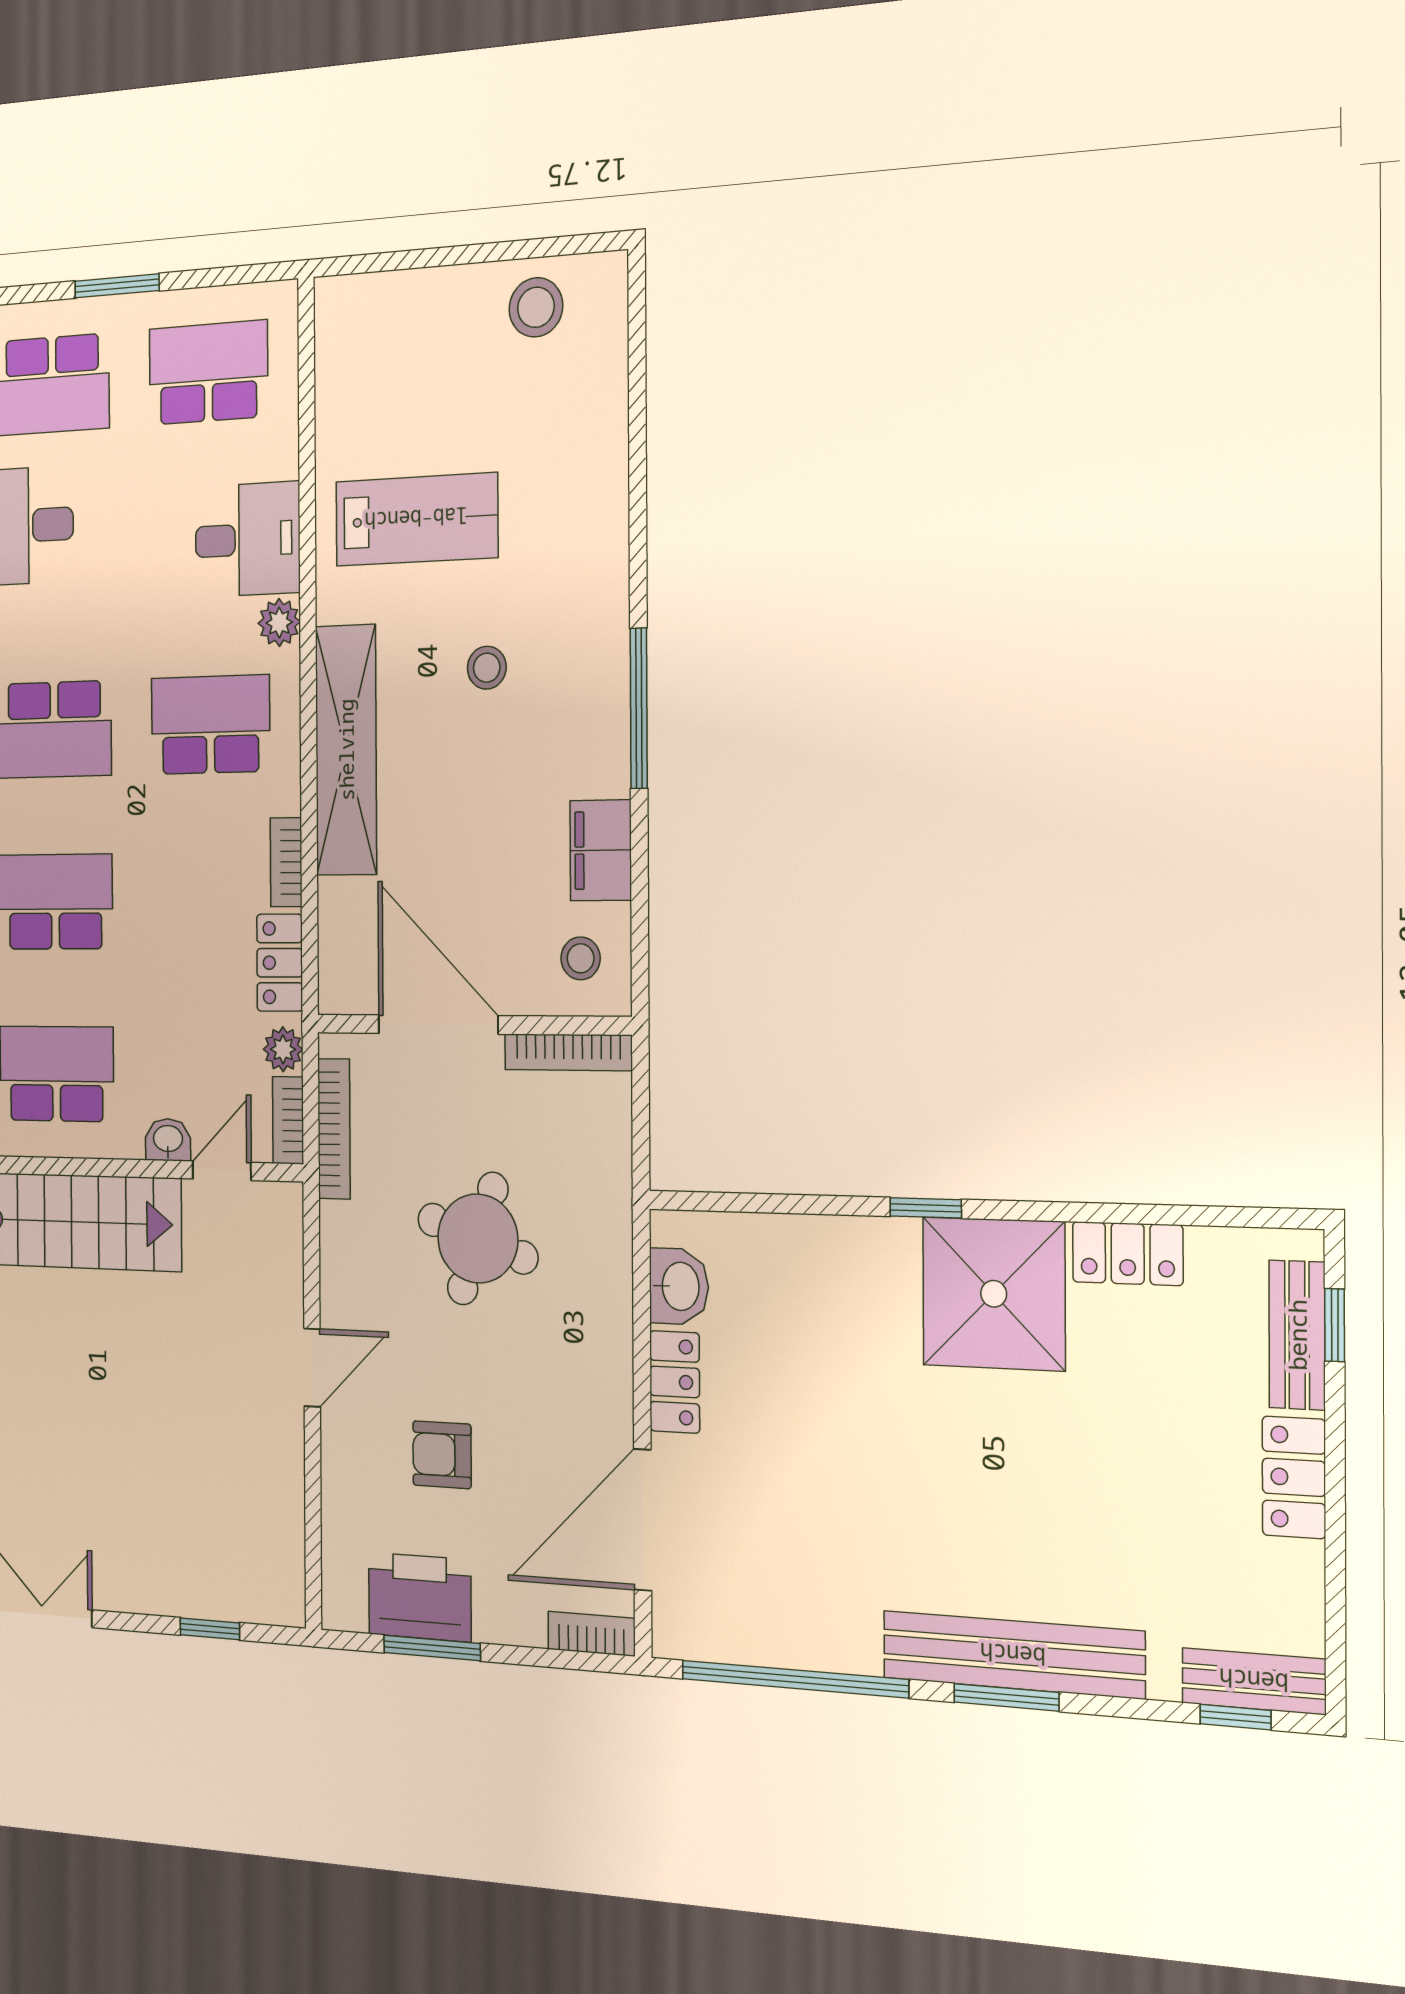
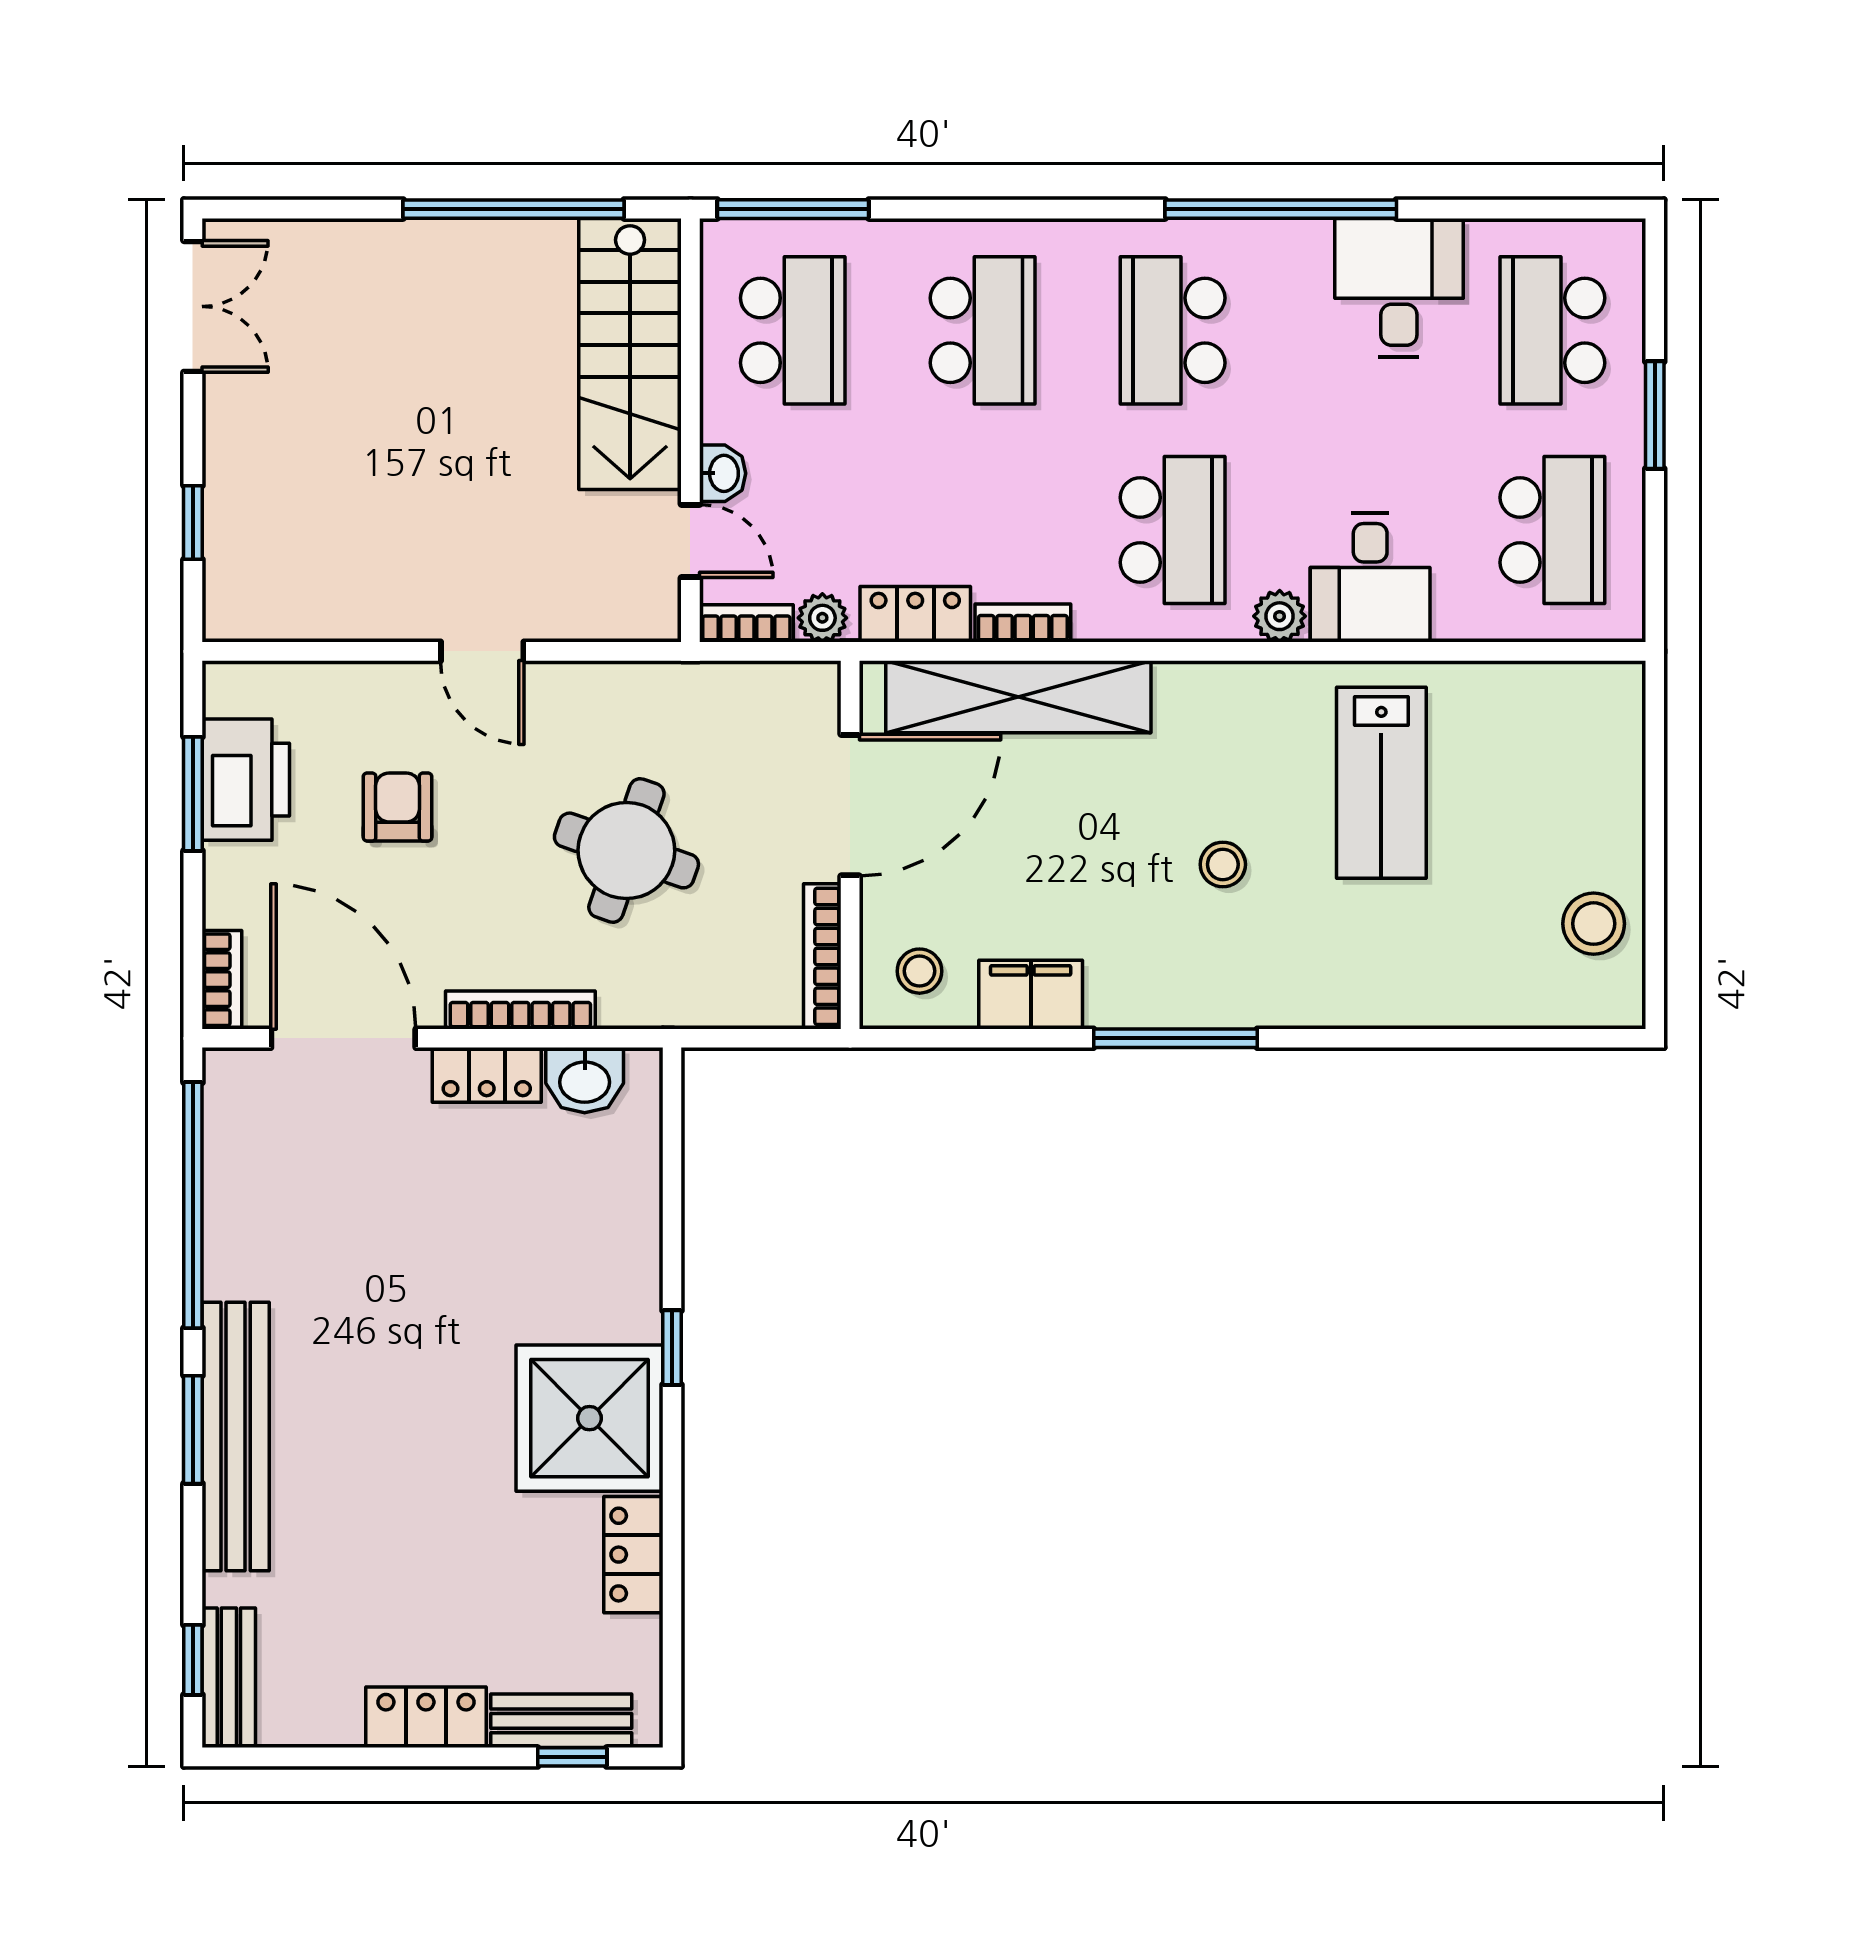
shelving: (346, 750) -> (1018, 697), moved
bookcase: (334, 1129) -> (520, 1010), moved, turned 180

